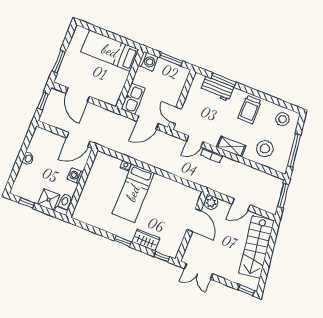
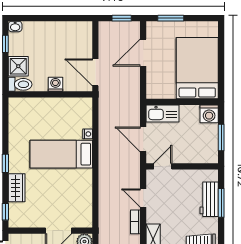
bed: (110, 51) -> (197, 68), width x1.50
washbasin: (28, 158) -> (15, 26), moved

